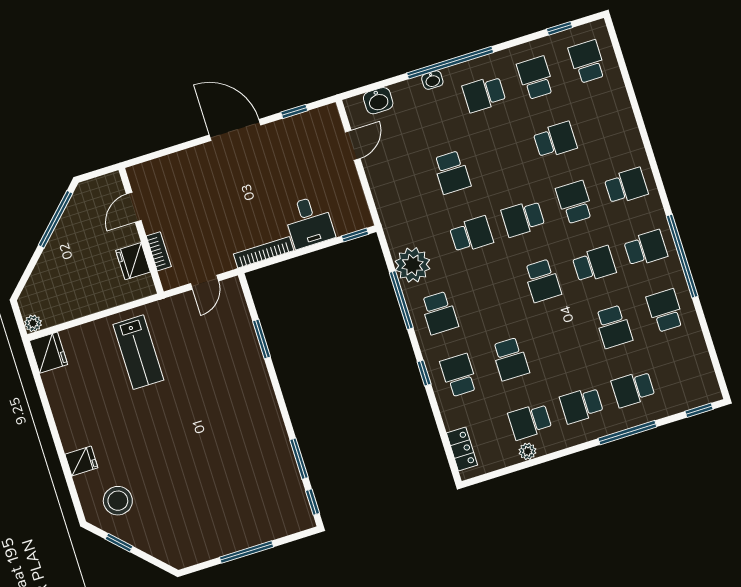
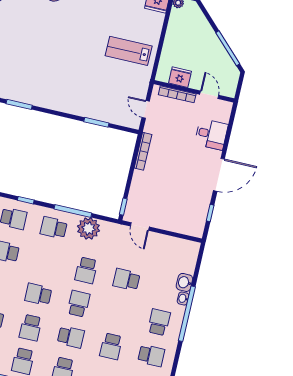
washbasin: (378, 101) -> (184, 282), moved
door: (353, 145) -> (140, 227), moved
desk: (309, 222) -> (211, 134), moved, turned 180
bookcase: (159, 251) -> (177, 94), width x1.56

